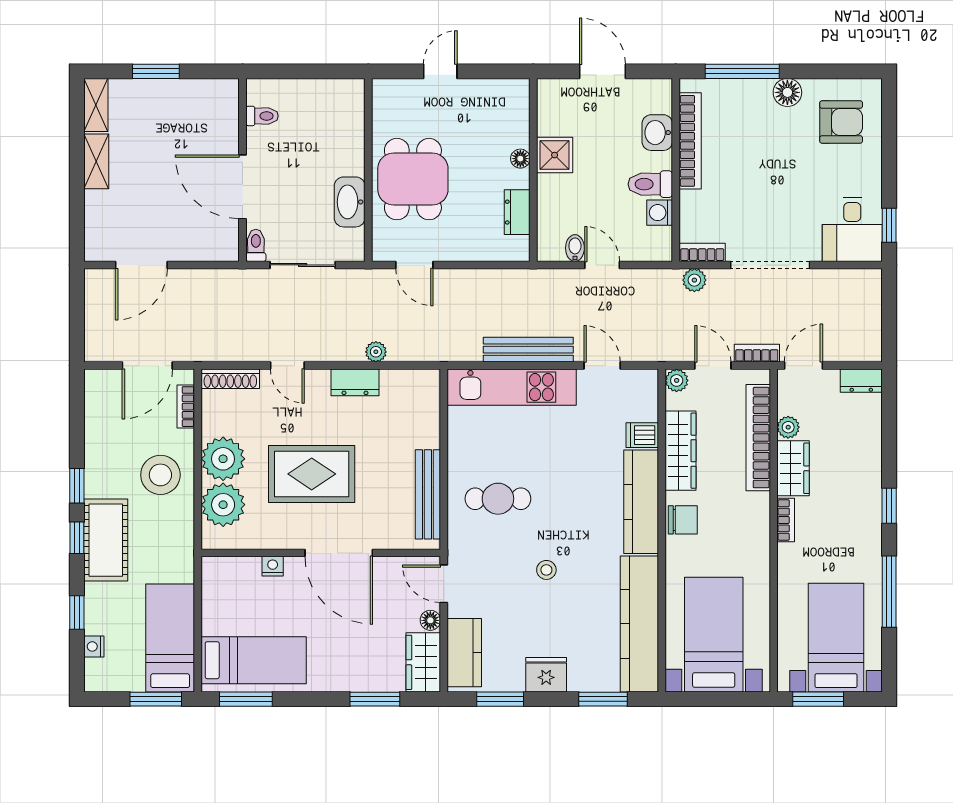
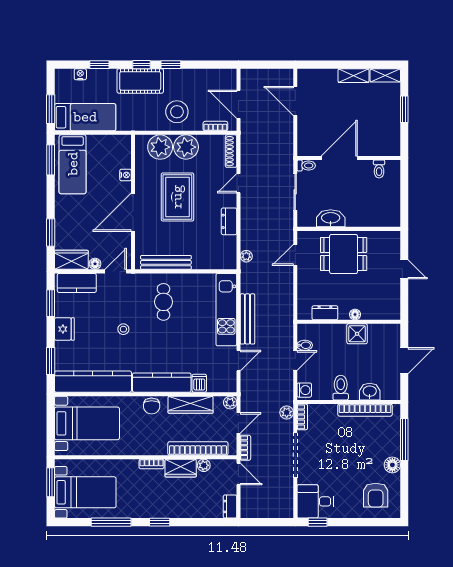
washing machine: (660, 213) -> (304, 390), moved, turned 90
plant: (376, 352) -> (246, 256), moved

